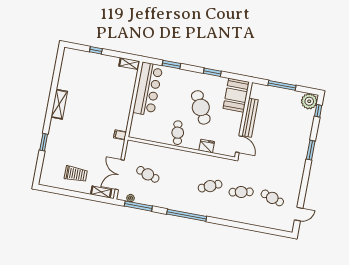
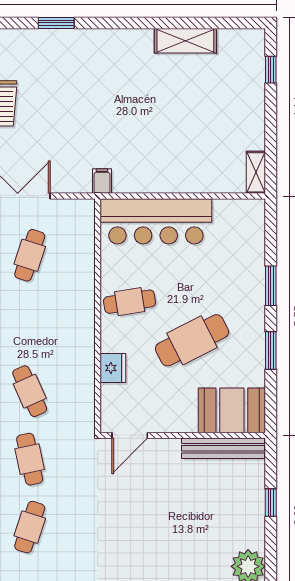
window: (96, 50) -> (271, 70), moved
window: (171, 65) -> (271, 286), moved
window: (282, 85) -> (271, 503), width x0.46
bar counter: (148, 89) -> (156, 221), moved
shelving: (59, 104) -> (185, 41), moved
bench: (250, 118) -> (223, 448), moved

